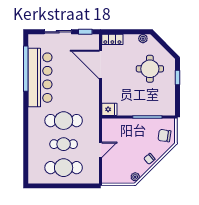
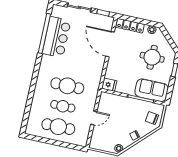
locker: (112, 39) -> (130, 26), width x1.53
bar counter: (40, 78) -> (57, 37), width x0.73
sofa: (157, 105) -> (152, 90), added

